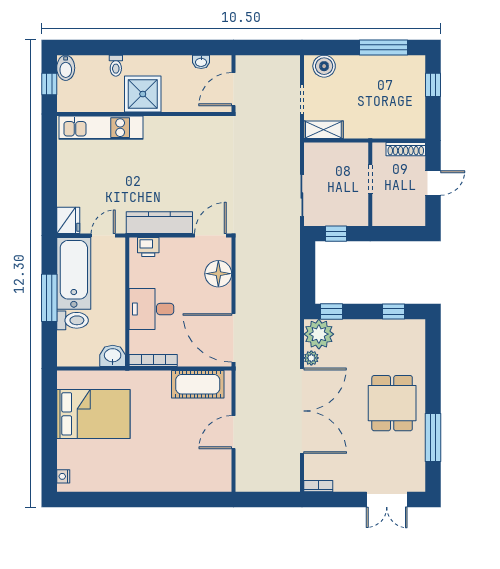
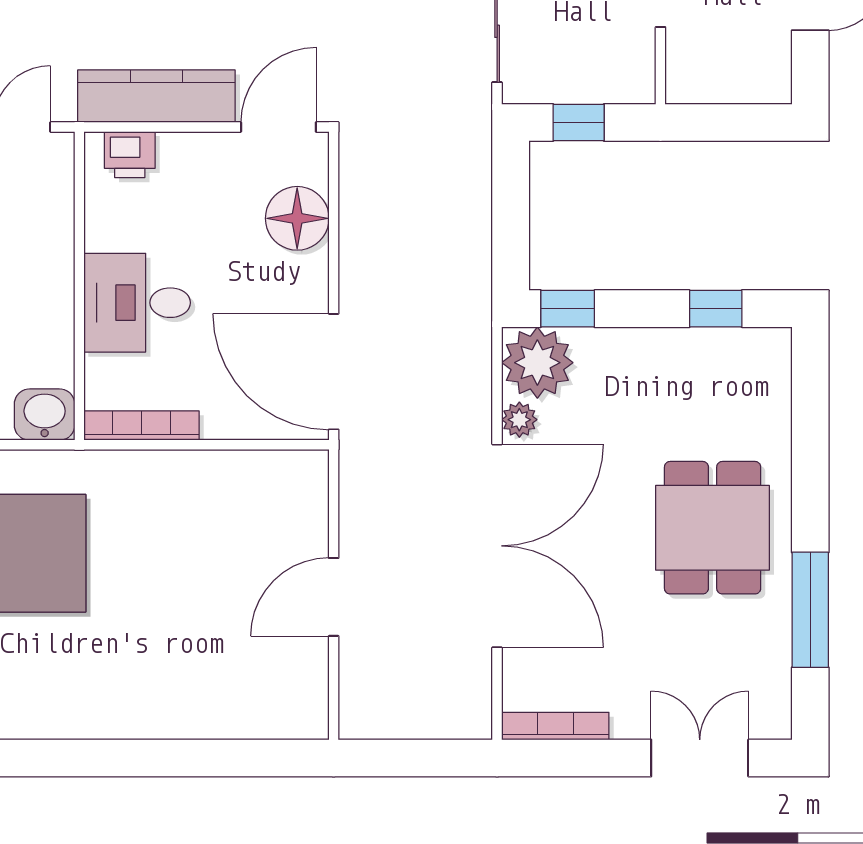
cot: (198, 384) -> (248, 482), removed
bookcase: (318, 486) -> (555, 726), width x1.56
double door: (387, 500) -> (700, 758), swing flipped

